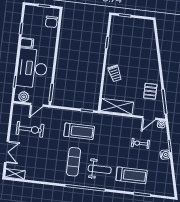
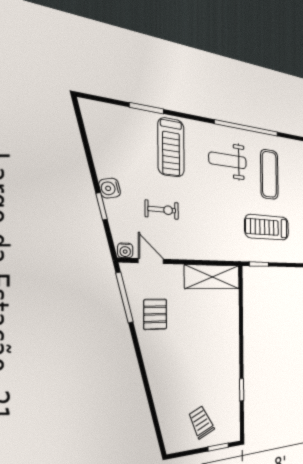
trolley: (115, 73) -> (201, 422), moved
door: (149, 118) -> (151, 261), hinge flipped
treadmill: (132, 175) -> (171, 147), turned -90

